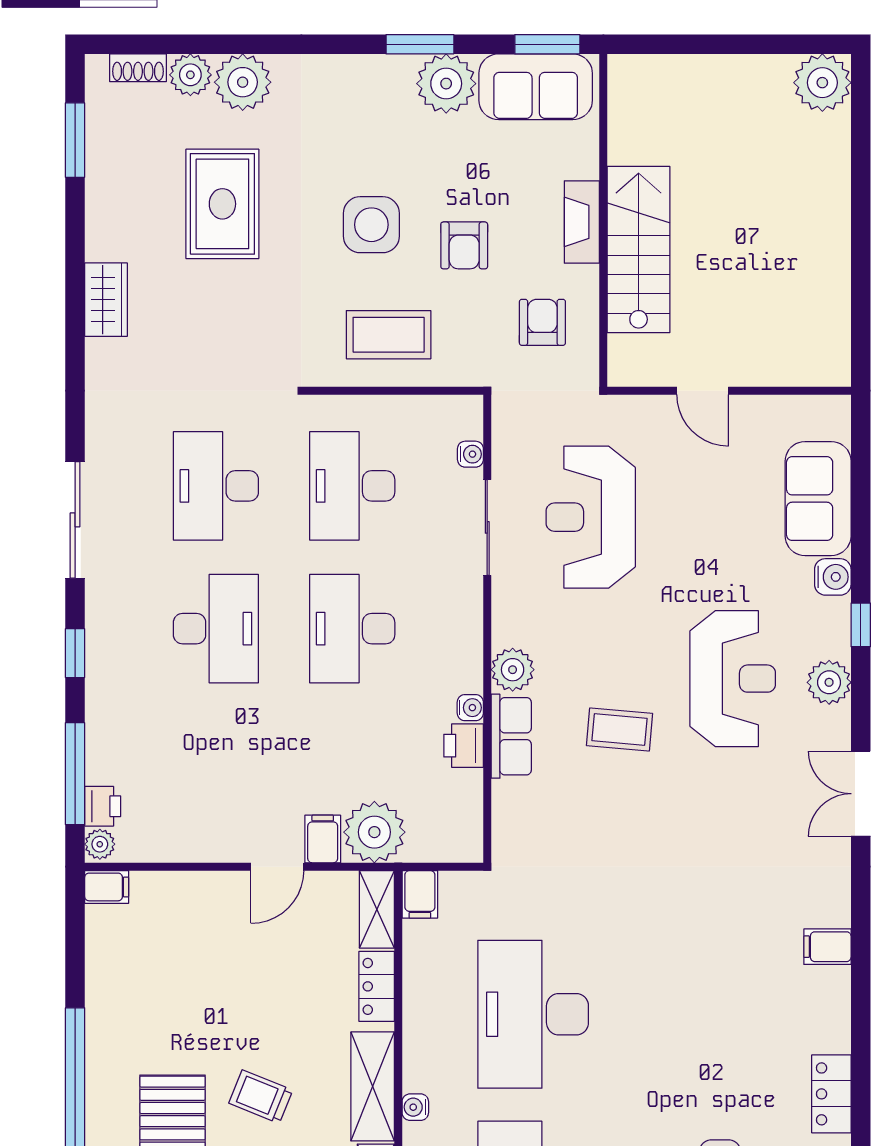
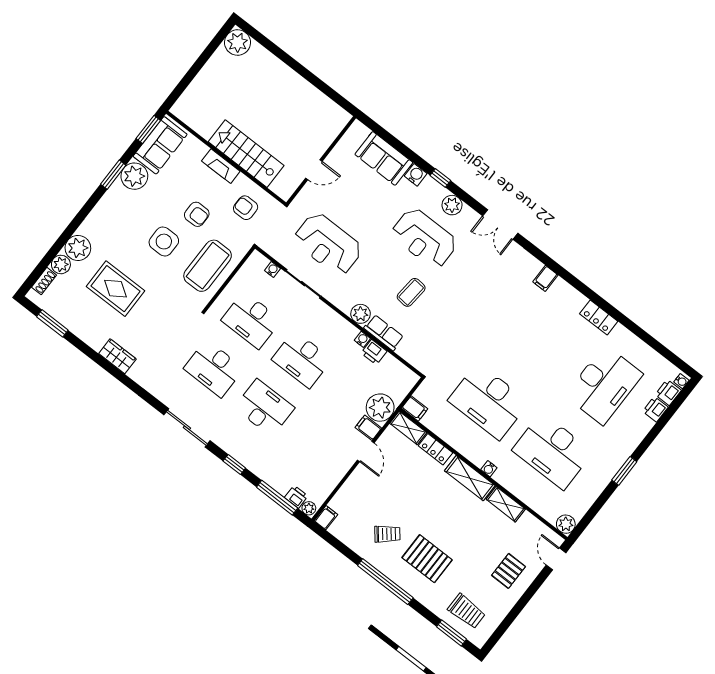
coffee table: (389, 335) -> (208, 266), width x1.36, depth x1.32
reception desk: (733, 679) -> (424, 238), turned 180
trolley: (261, 1097) -> (387, 534), moved, turned -151

